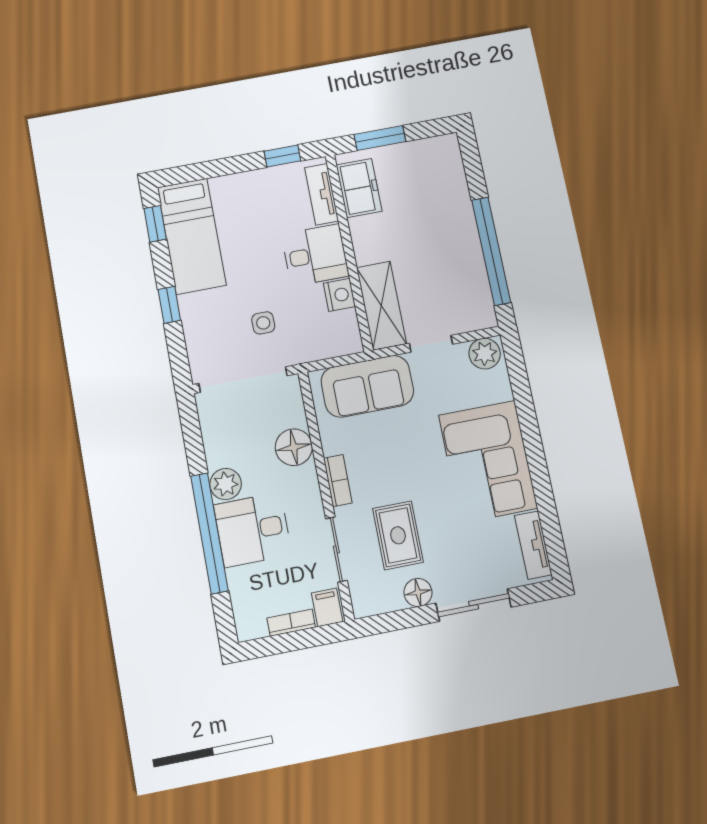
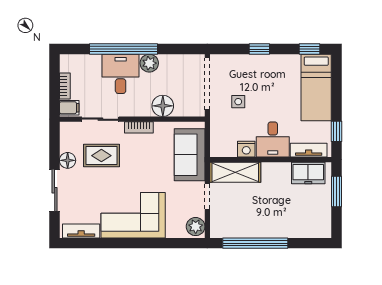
bed: (192, 236) -> (316, 88), moved, turned -90

